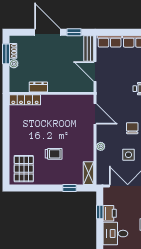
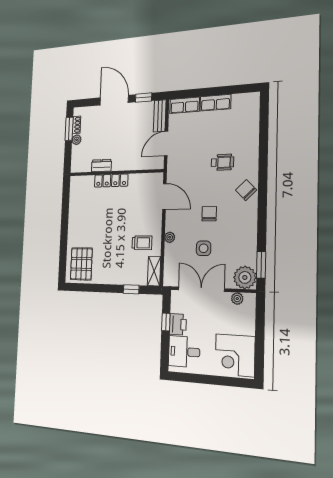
door: (95, 71) -> (166, 143), hinge flipped
locker: (25, 100) -> (111, 181), moved
trolley: (54, 154) -> (142, 243), moved

